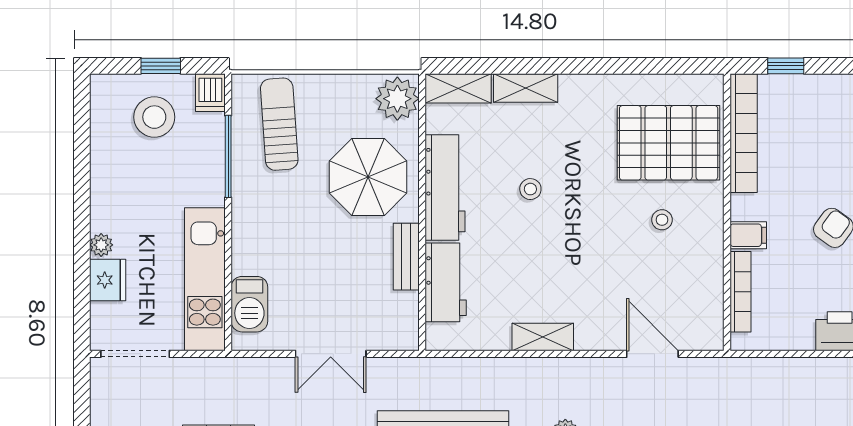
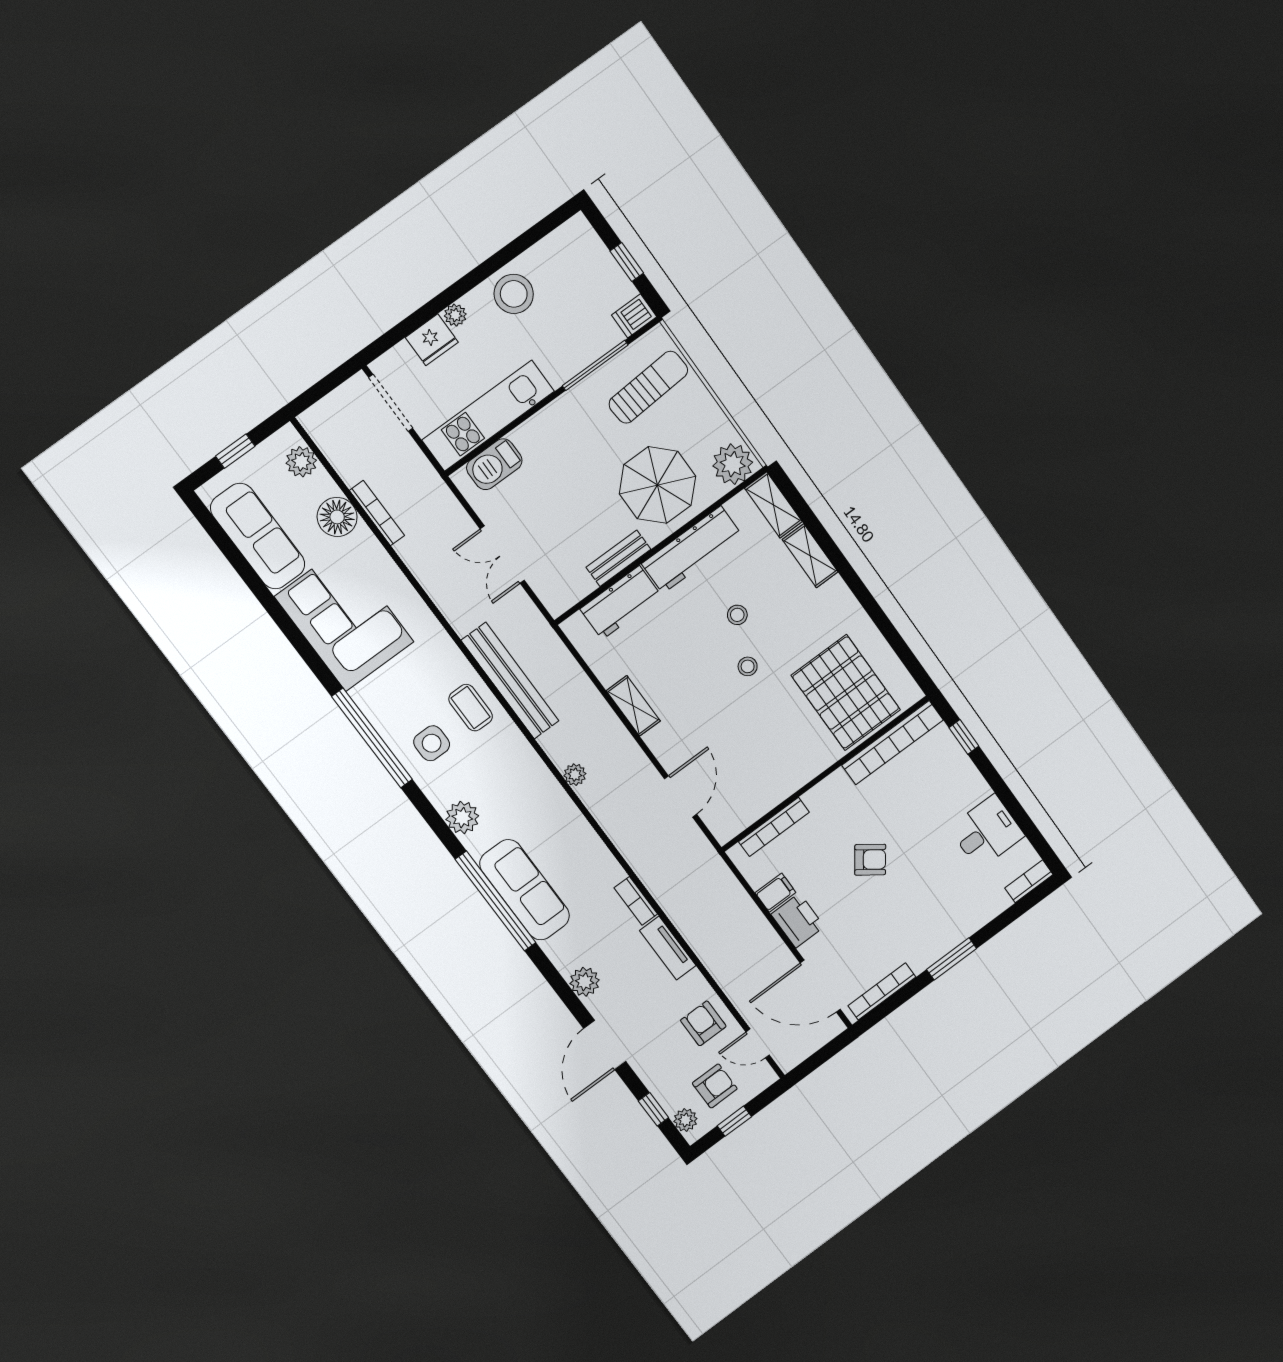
stool: (154, 117) -> (514, 294), moved
stool: (662, 220) -> (748, 666), moved
filing cabinet: (748, 235) -> (775, 893), moved, turned -90

